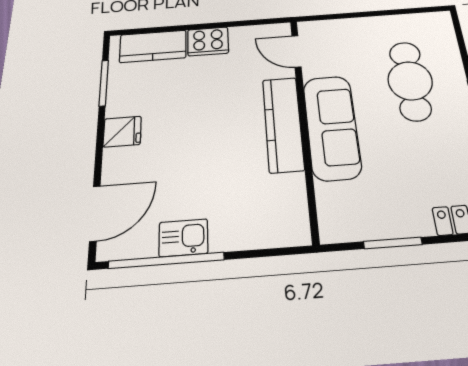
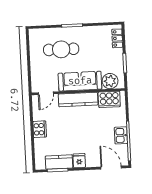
kitchen counter: (153, 46) -> (59, 162), moved, turned -90
cooker: (286, 203) -> (109, 99), added
plant: (337, 203) -> (110, 81), added

